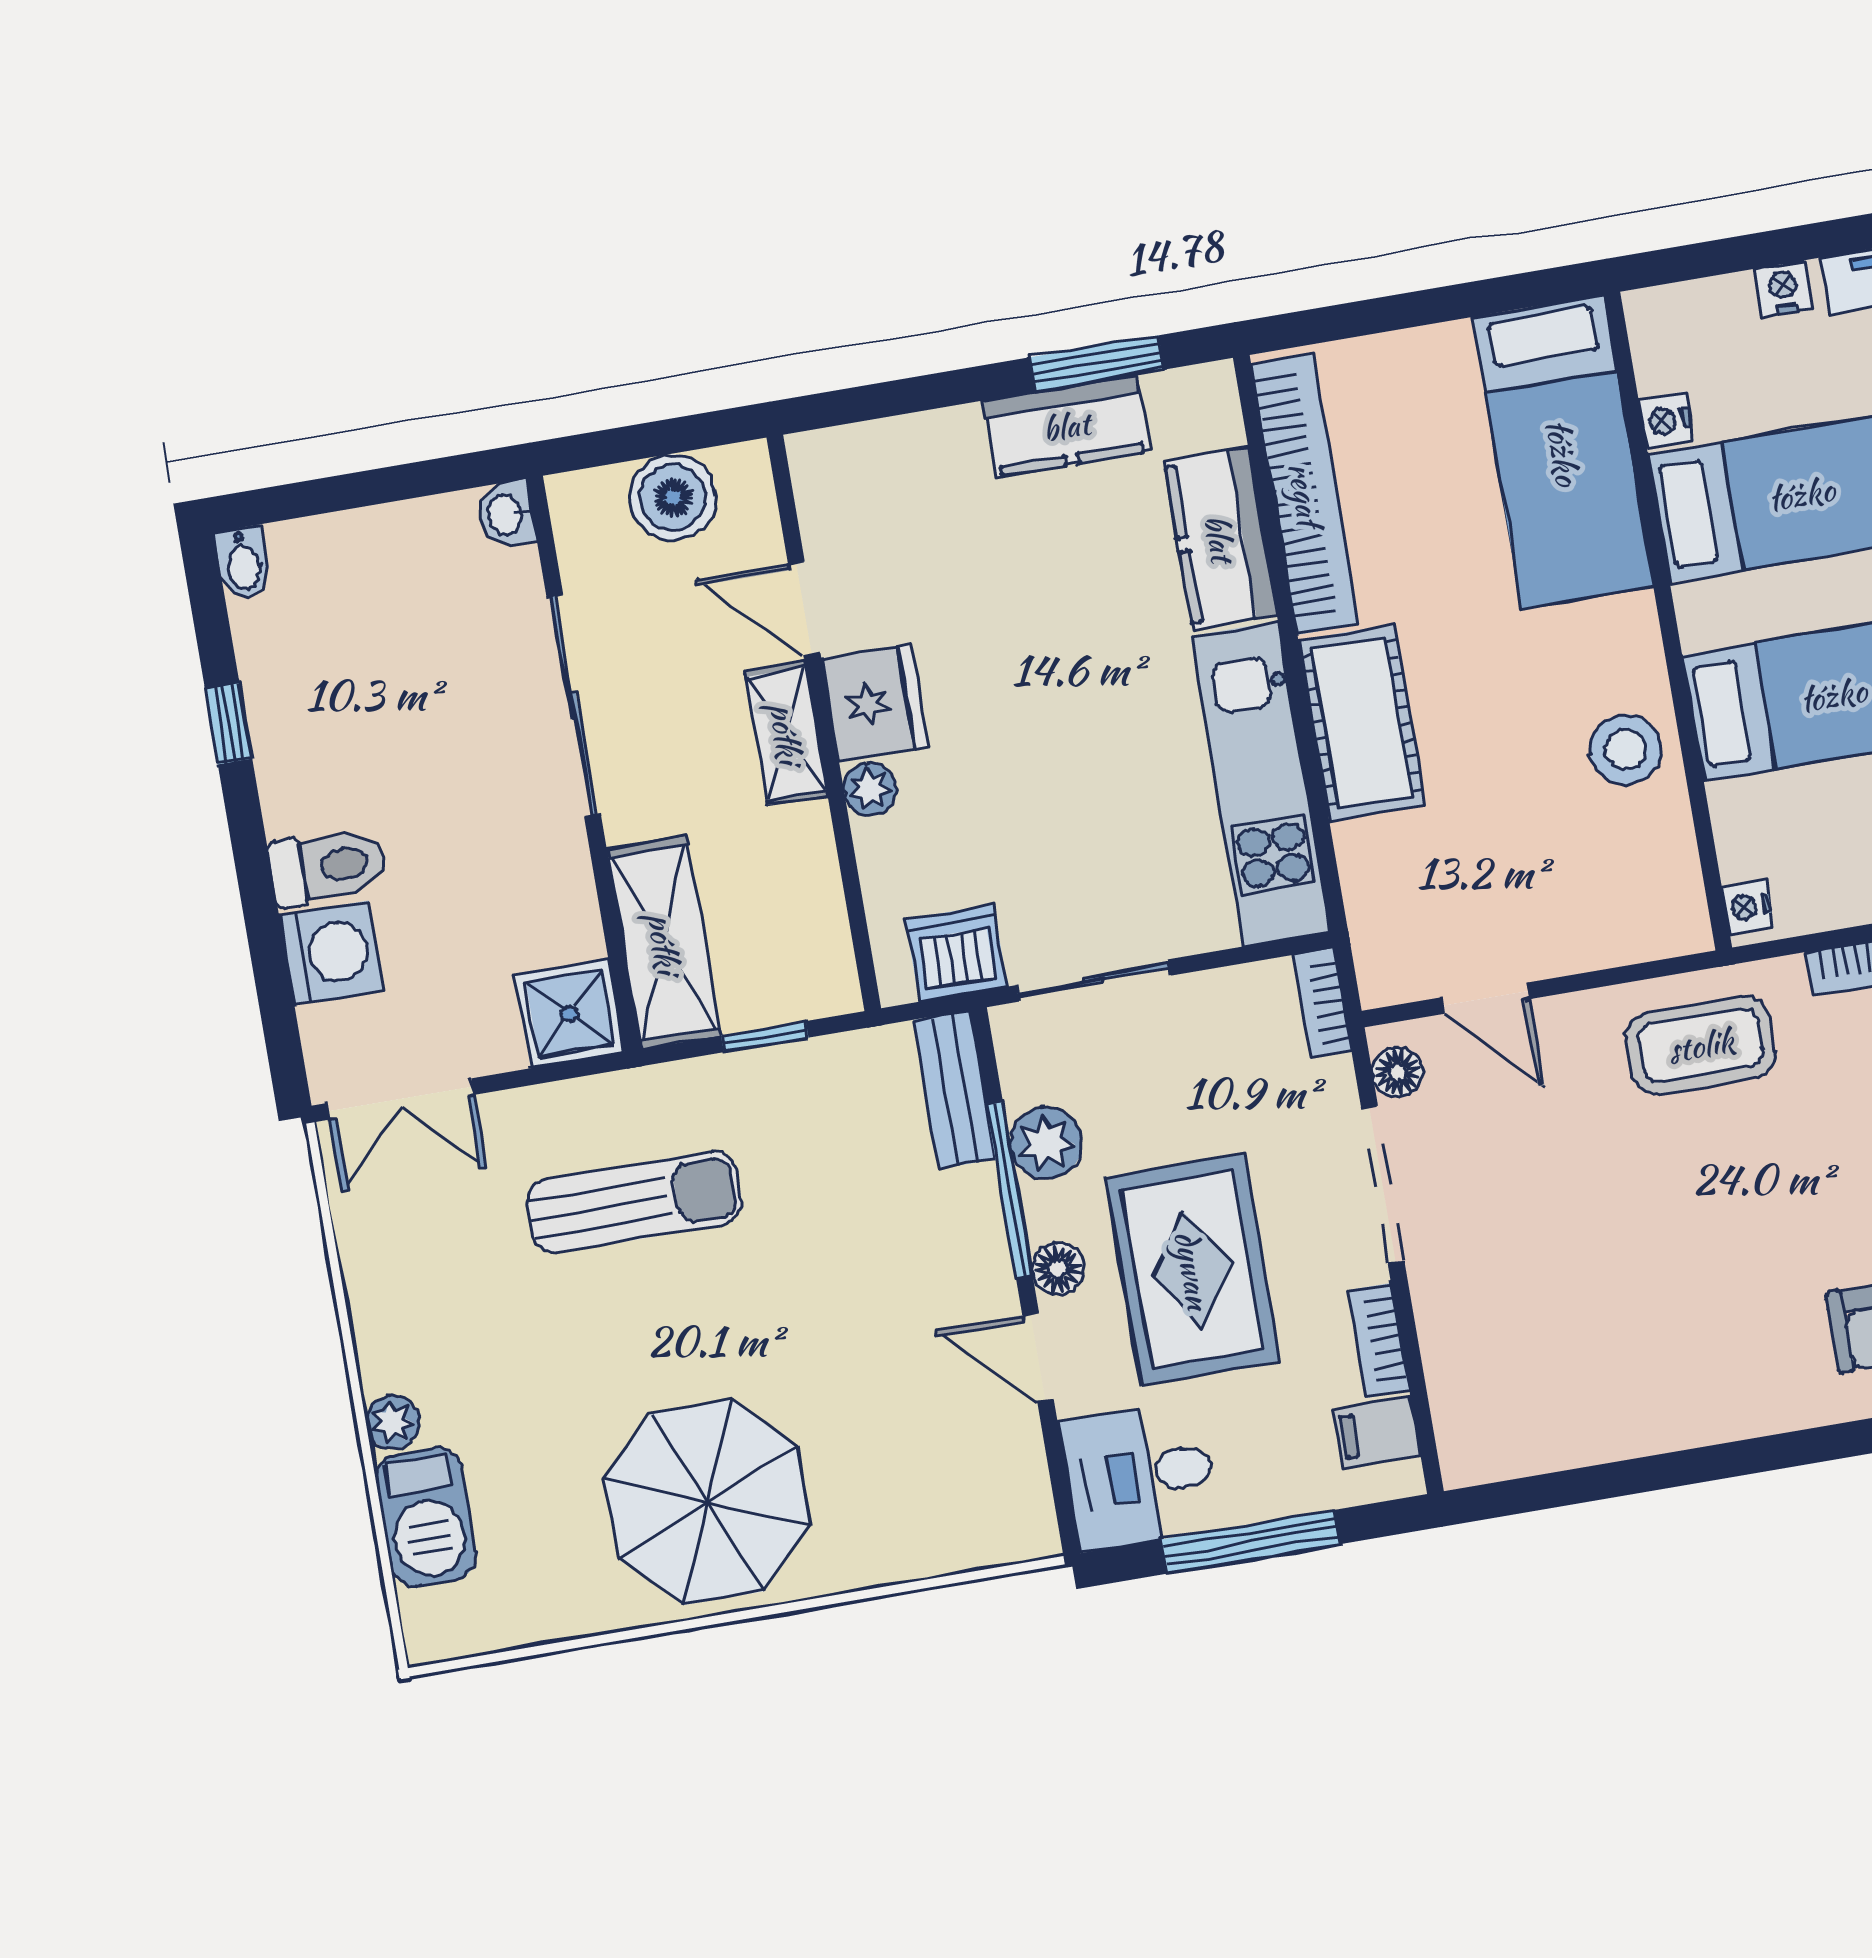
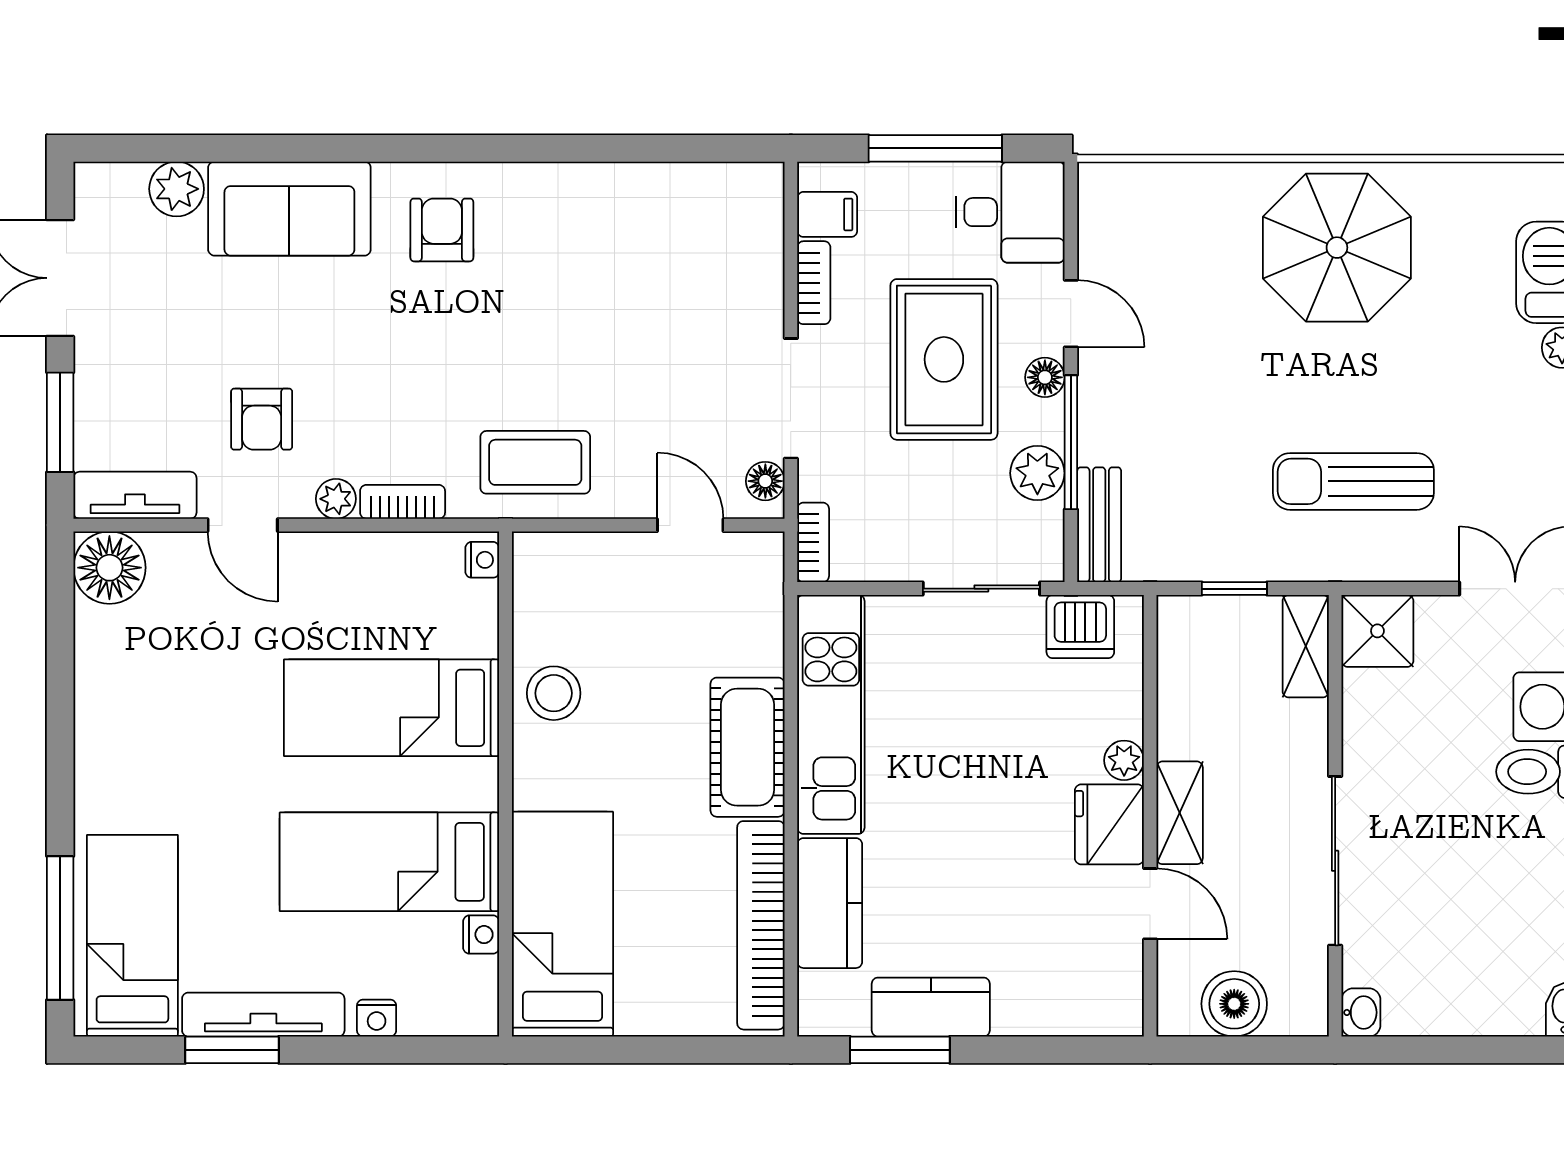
shelving: (664, 943) -> (1306, 646), width x0.67, depth x0.75

